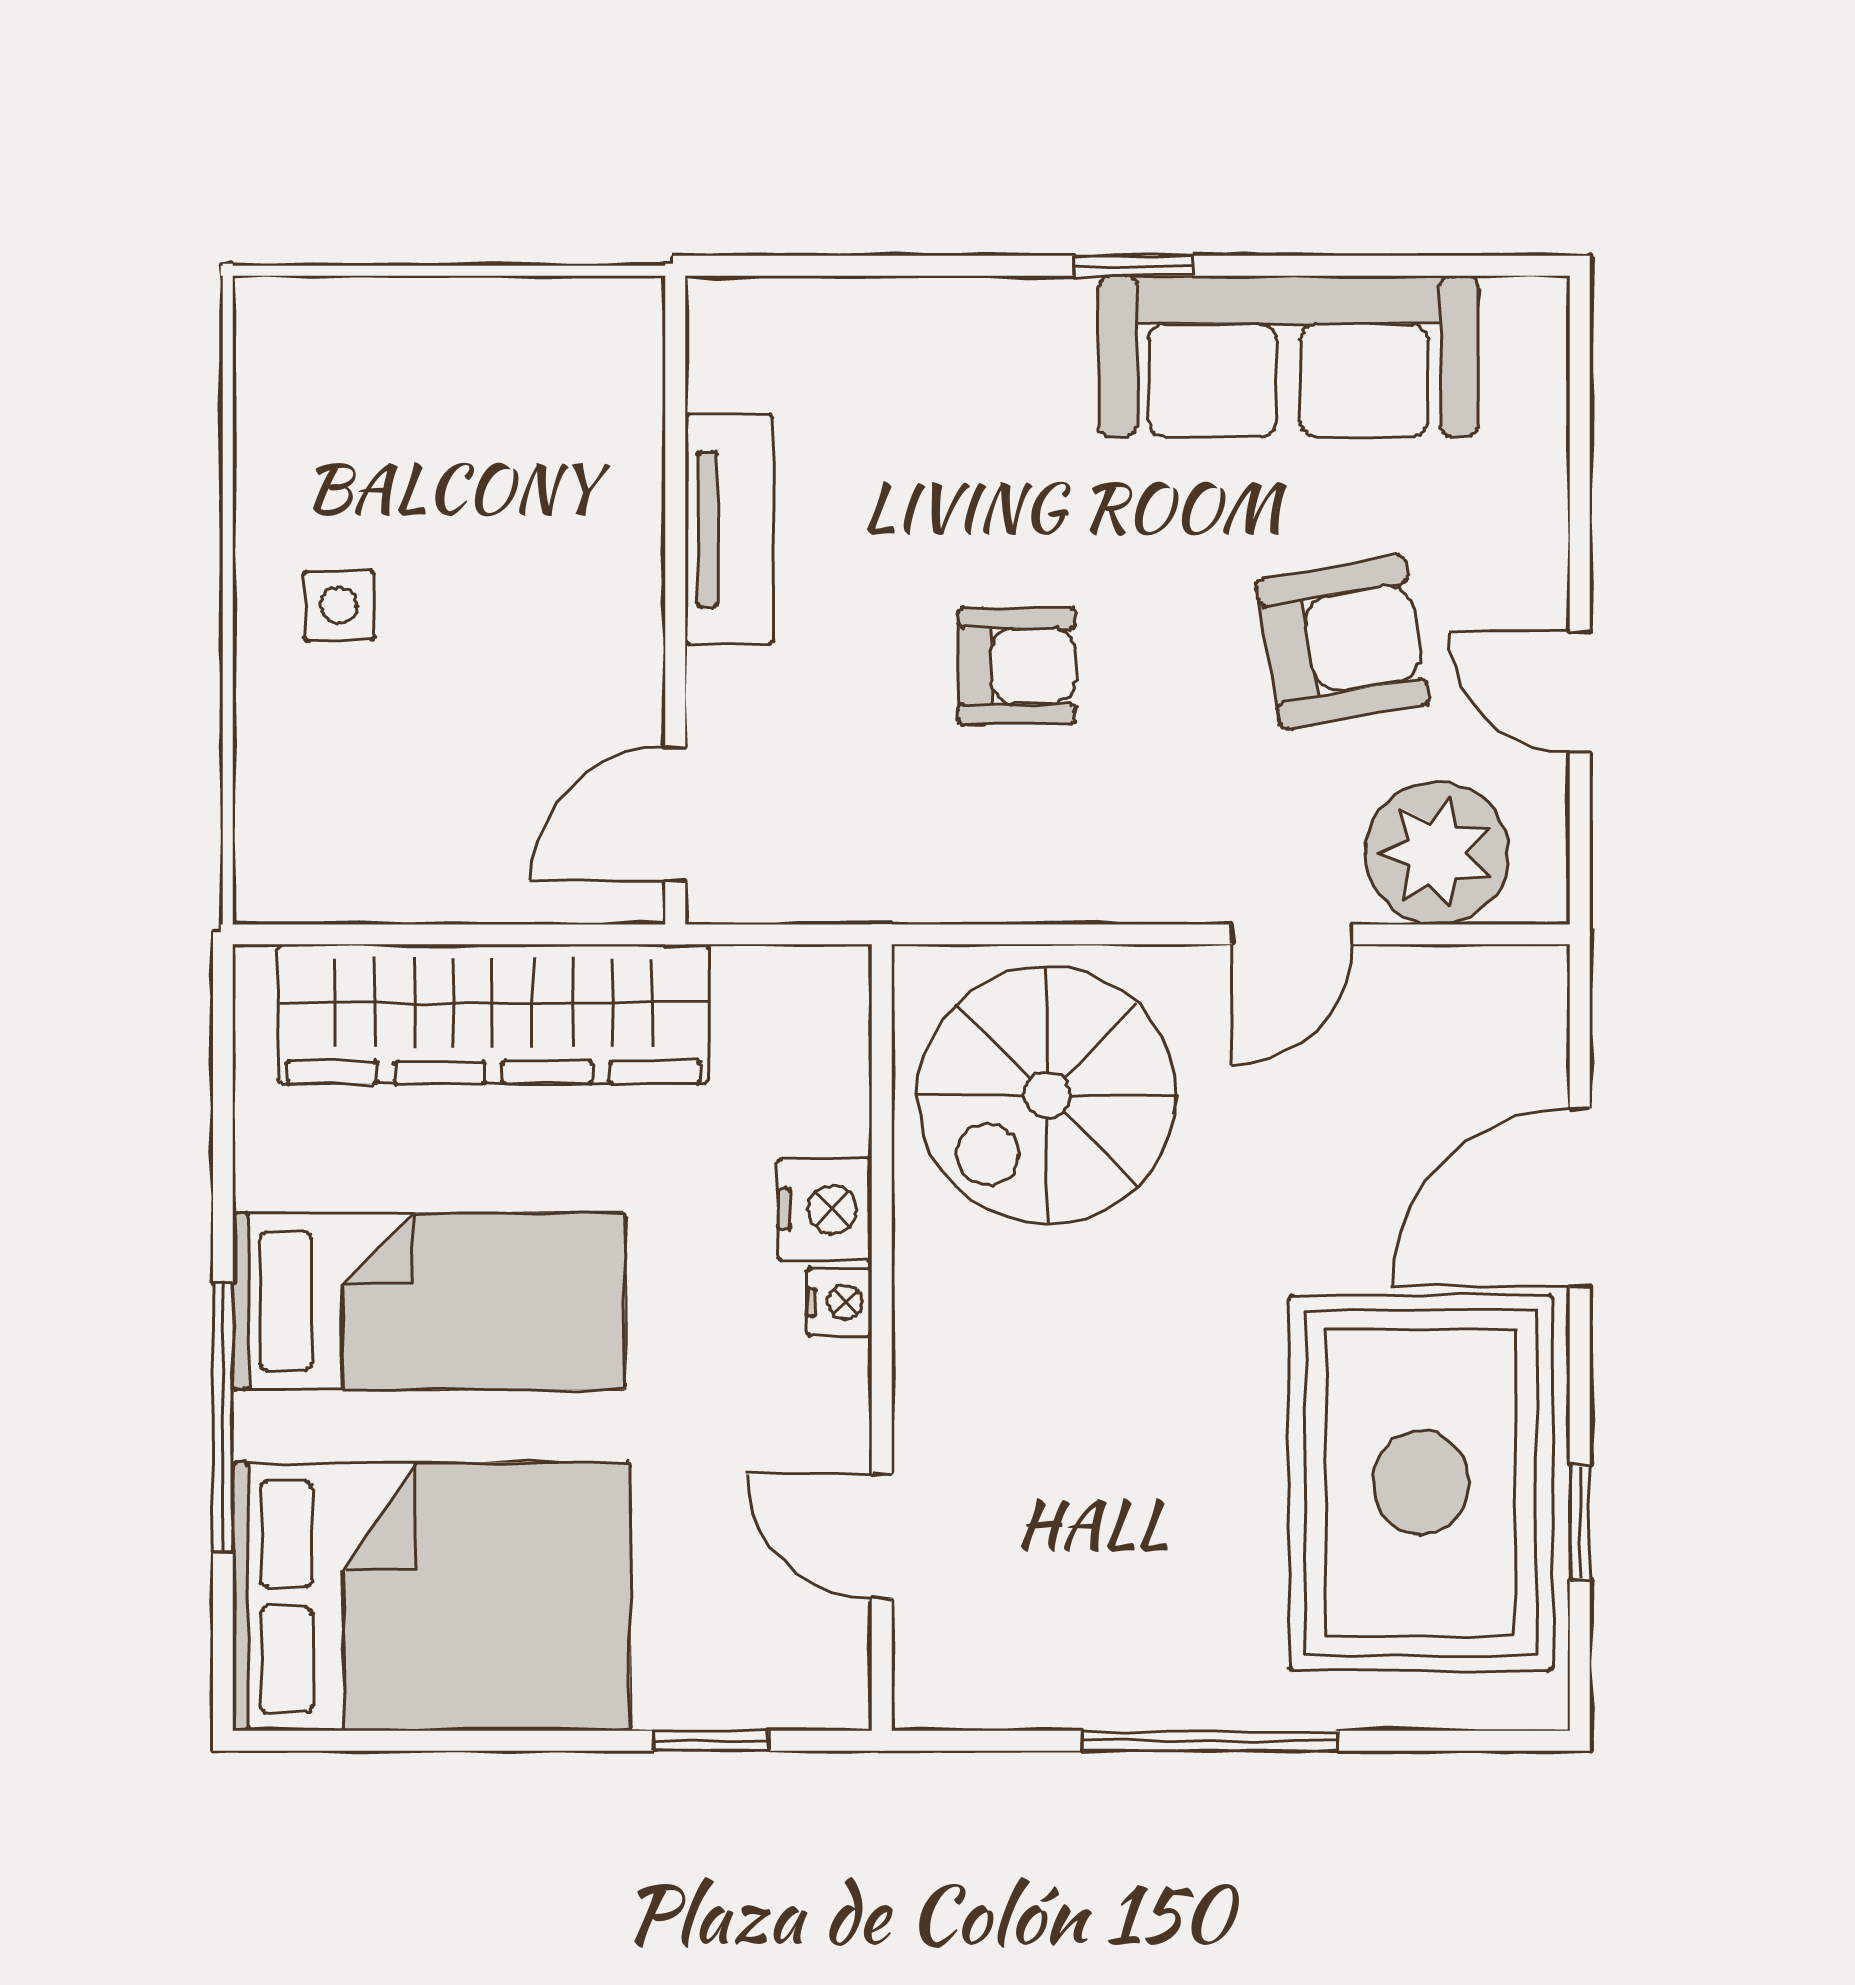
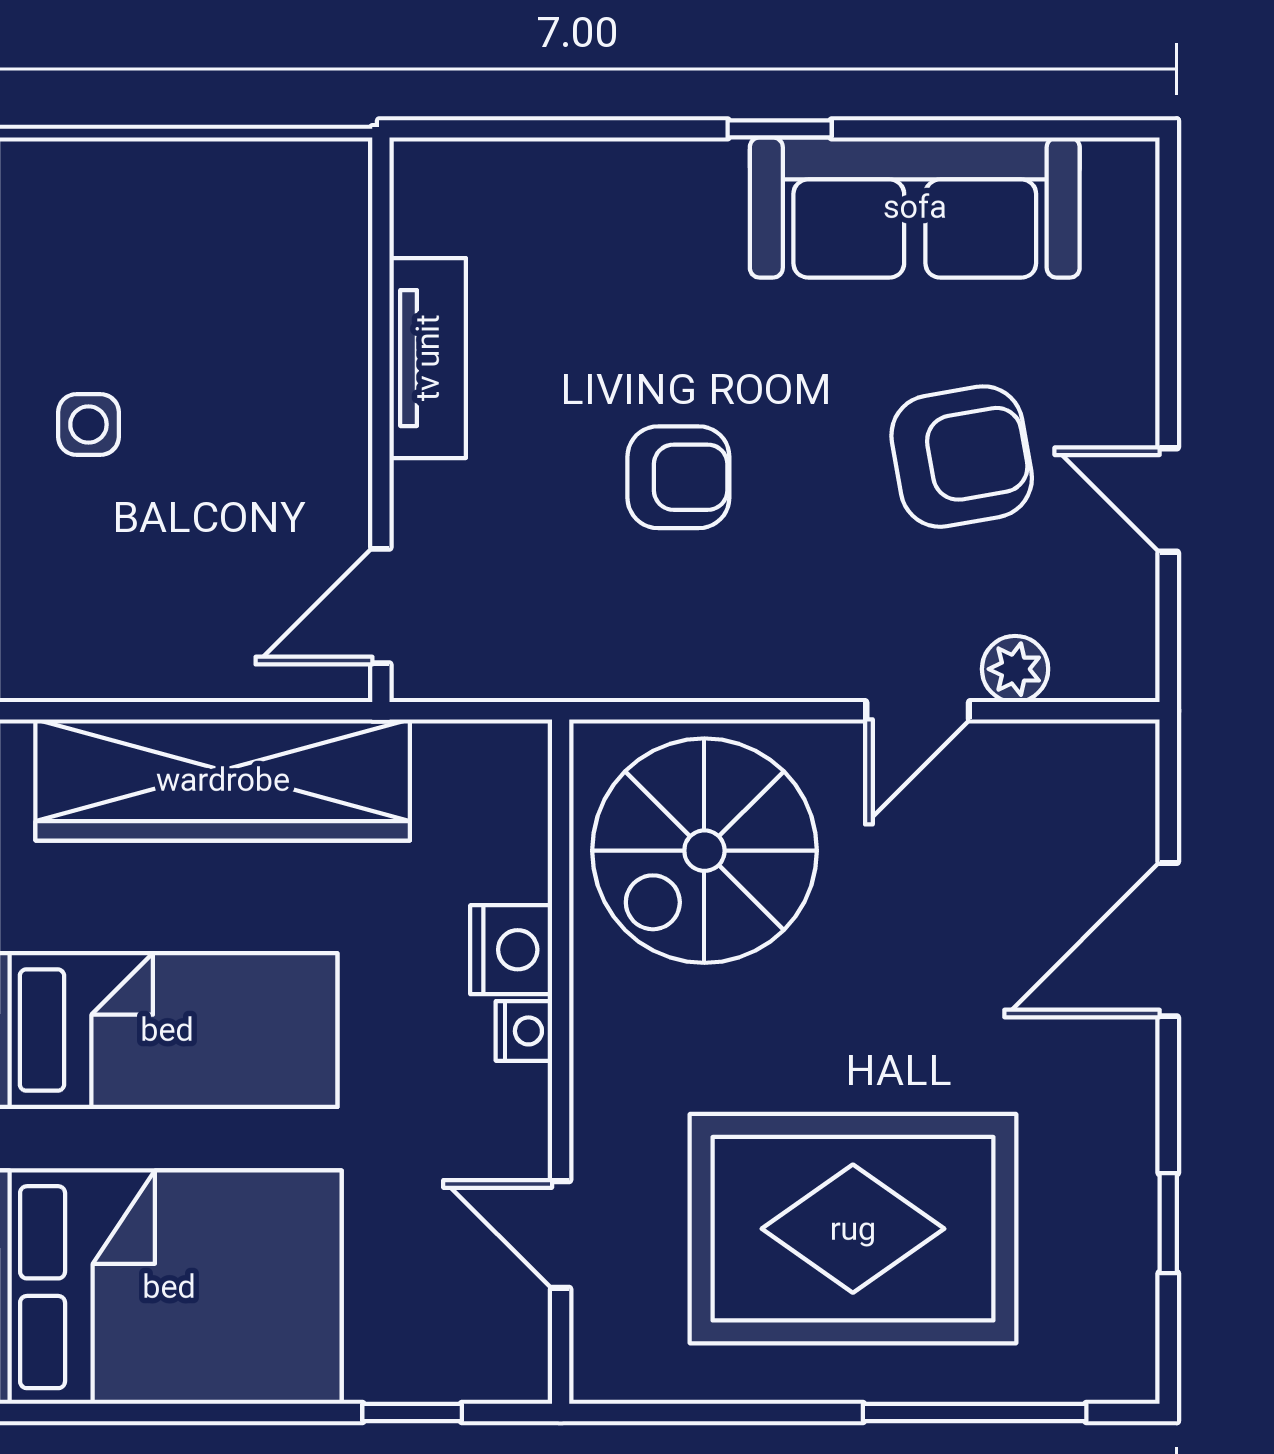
plant: (1437, 853) -> (1015, 669), width x0.53, depth x0.53
rug: (1421, 1483) -> (853, 1229), moved, turned 90
window: (1210, 1741) -> (975, 1412), moved

